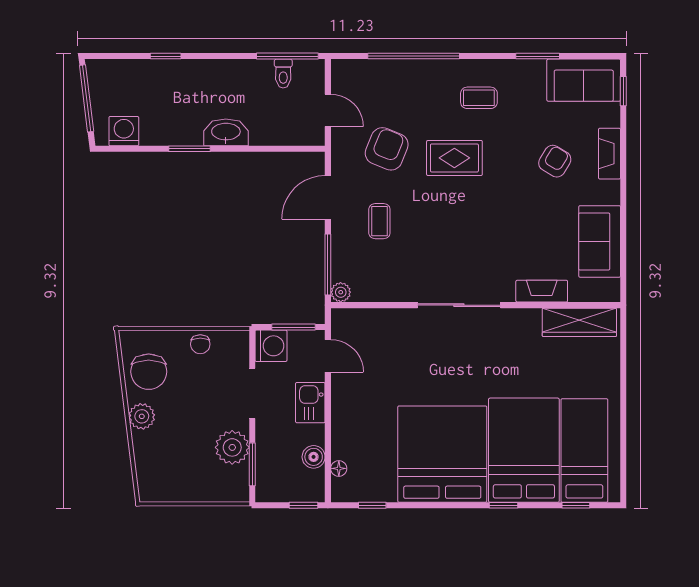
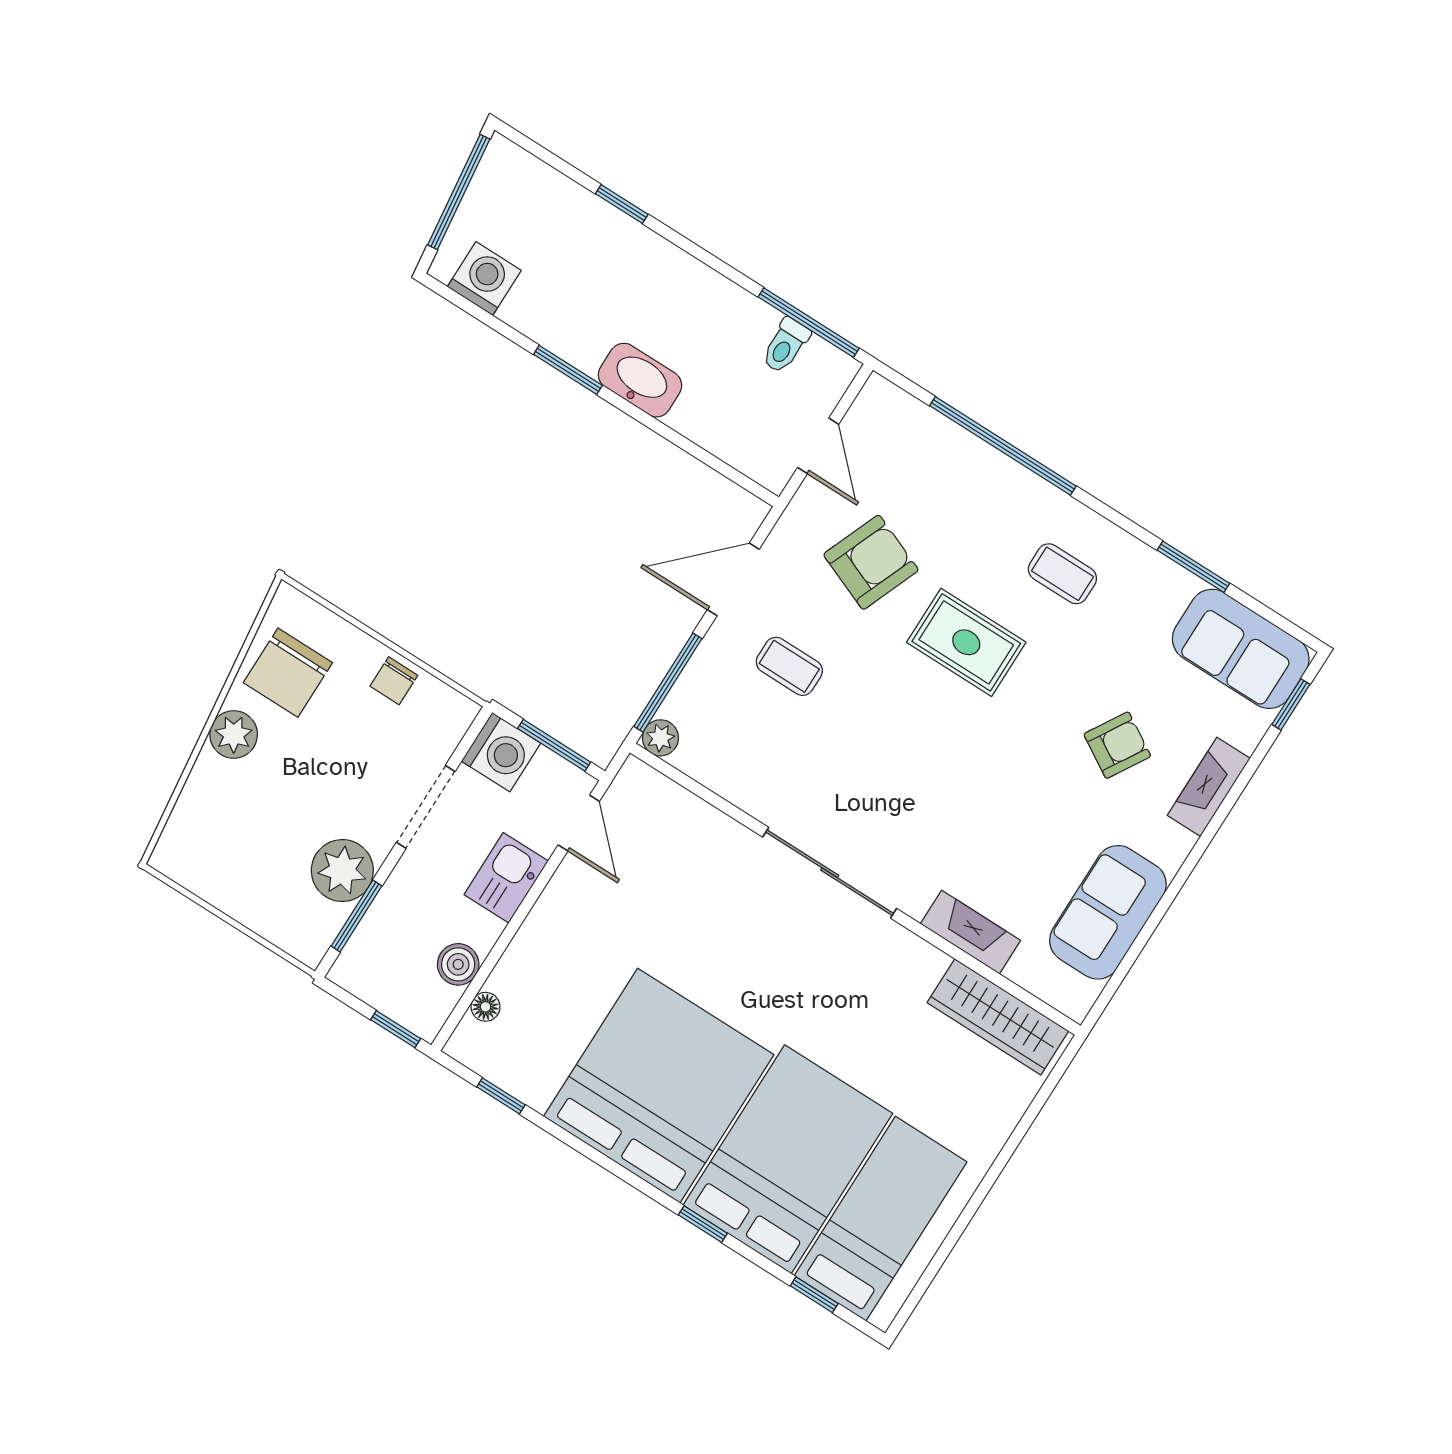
coffee table: (379, 221) -> (789, 666), turned 90

